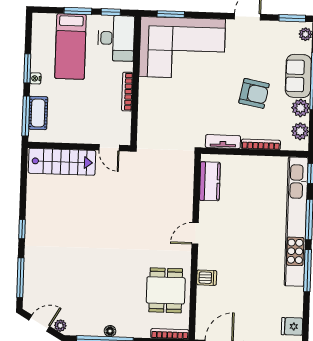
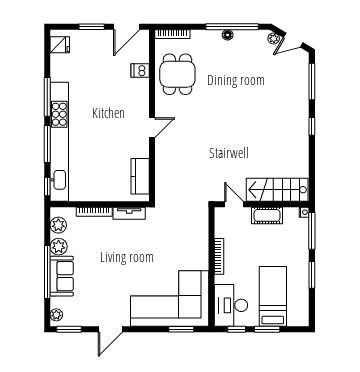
nightstand: (35, 78) -> (304, 212), moved
armchair: (254, 93) -> (102, 259), removed
cot: (38, 113) -> (267, 215), moved, turned 90
dishwasher: (207, 278) -> (140, 71), moved

